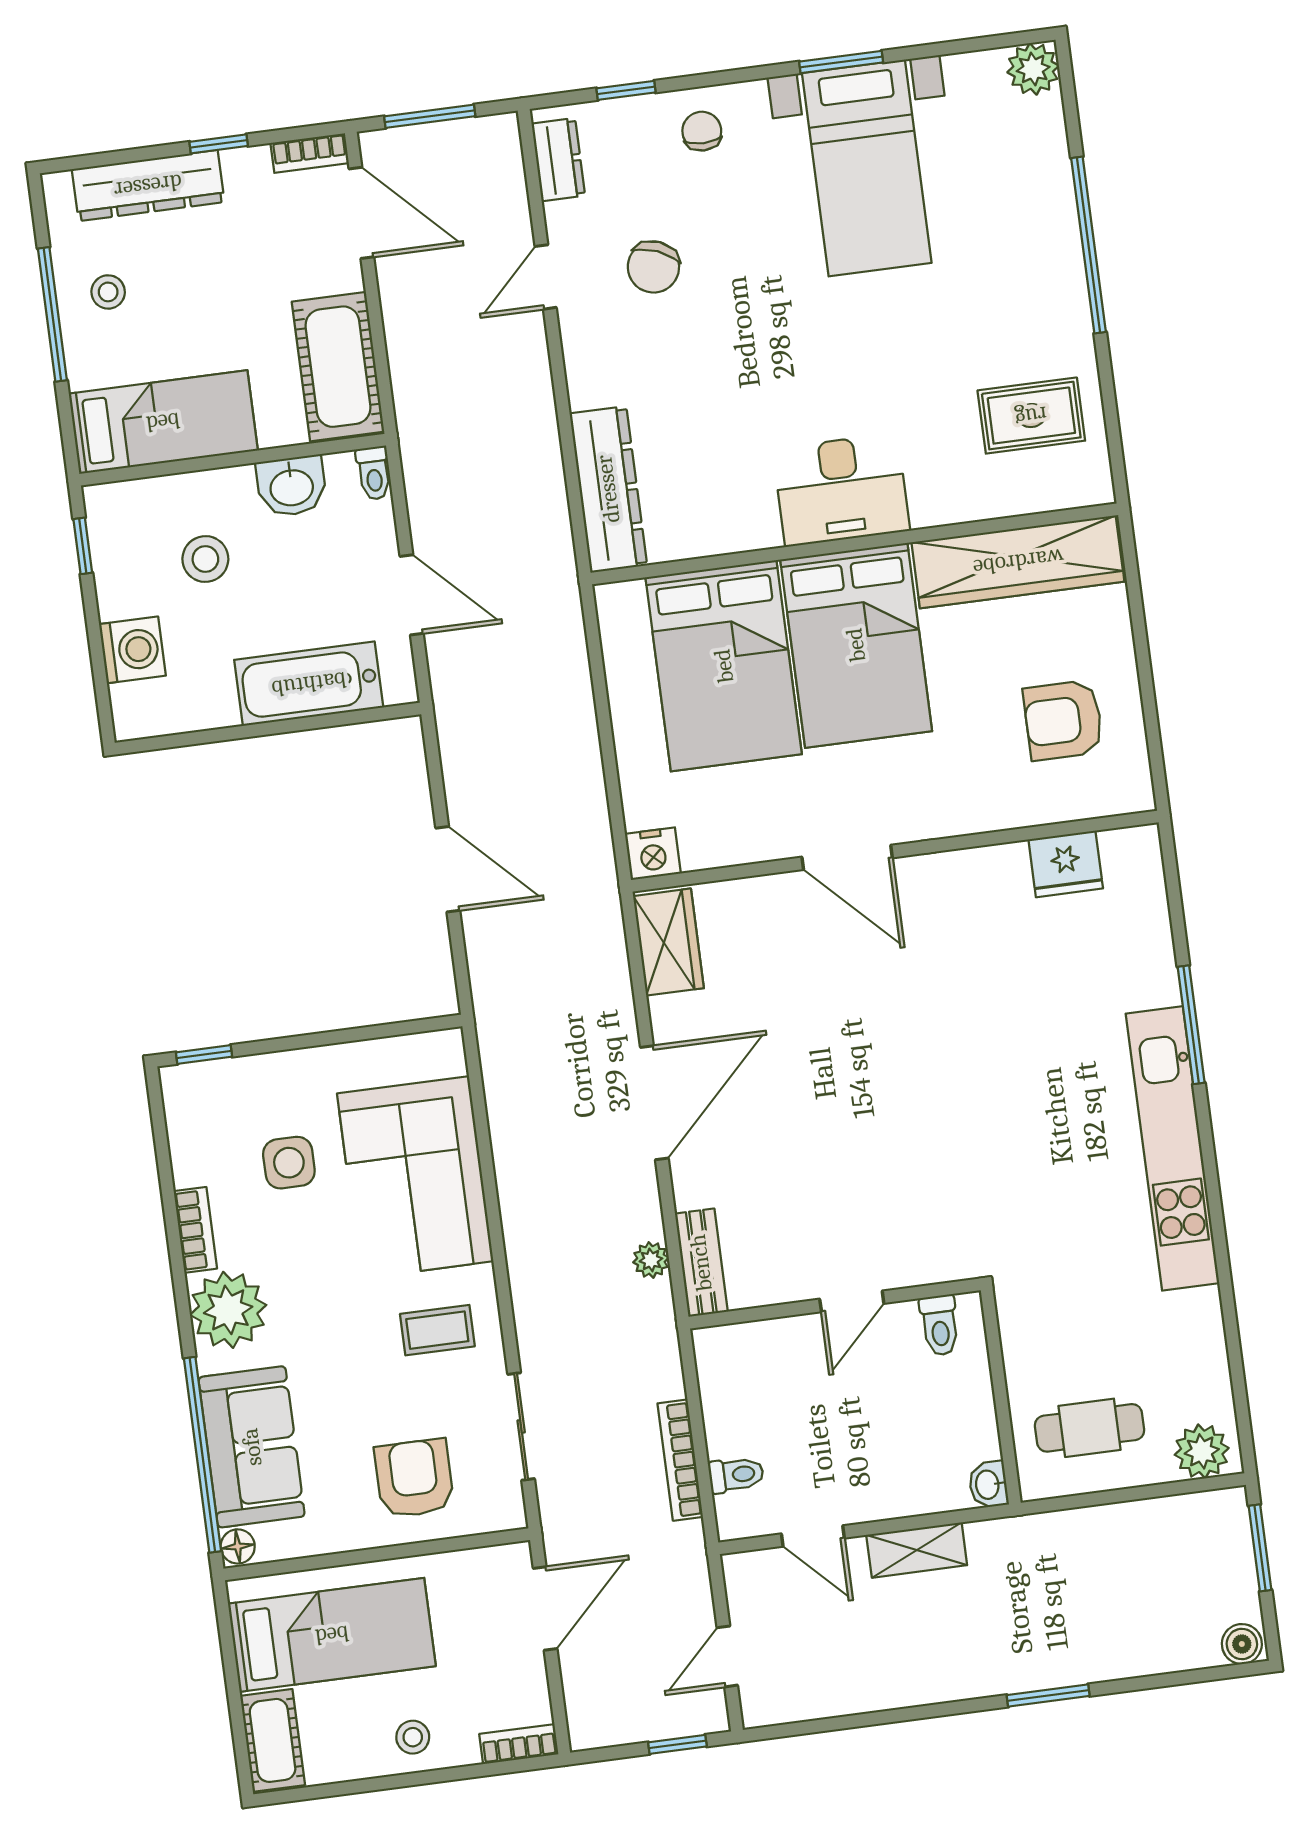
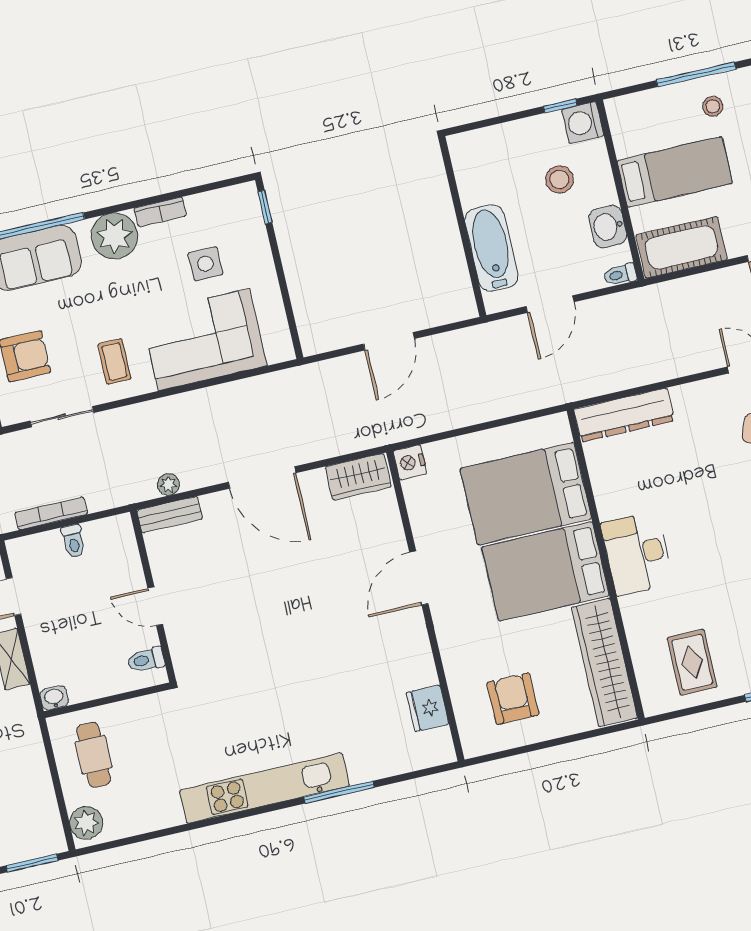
bed: (163, 422) -> (675, 172), moved, turned -90
washing machine: (132, 650) -> (583, 123), moved, turned 90
toilet: (736, 1475) -> (73, 541), moved

